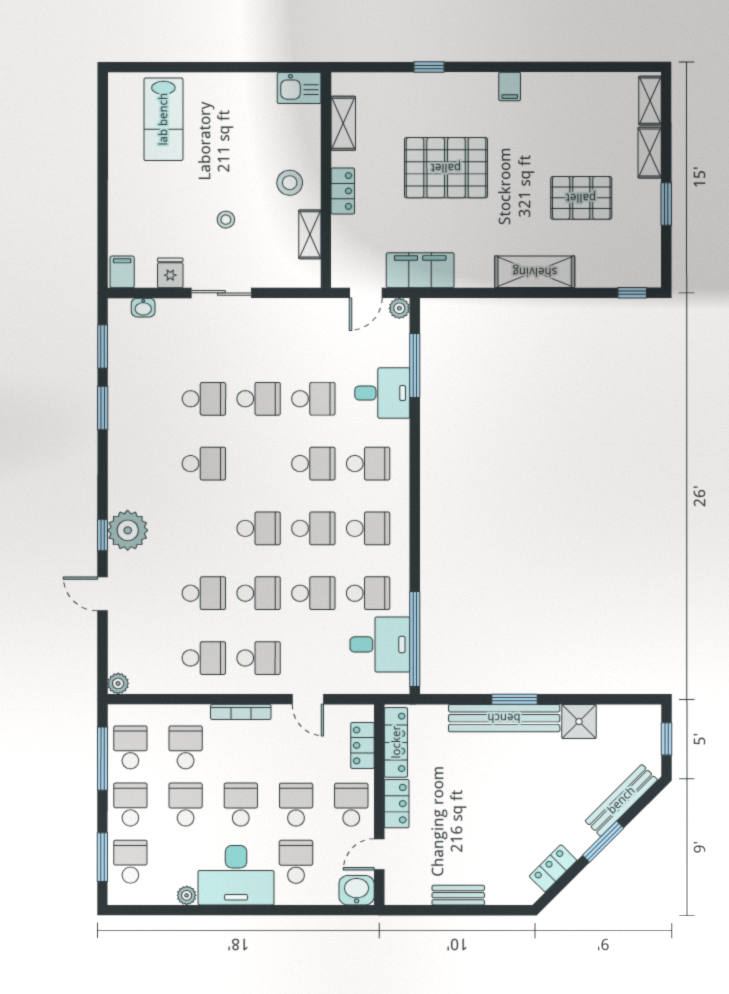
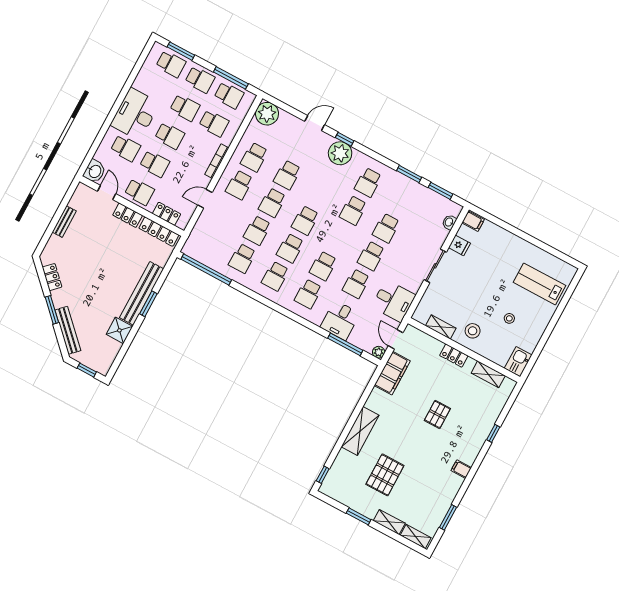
window: (594, 67) -> (448, 517), added
pallet: (446, 168) -> (437, 414), width x0.49, depth x0.50
stool: (226, 220) -> (509, 318), moved
school desk: (149, 464) -> (368, 182), added
desk: (380, 644) -> (393, 301), moved, turned -90
plant: (118, 683) -> (267, 114), width x1.87, depth x1.87
plant: (187, 895) -> (138, 83), removed

